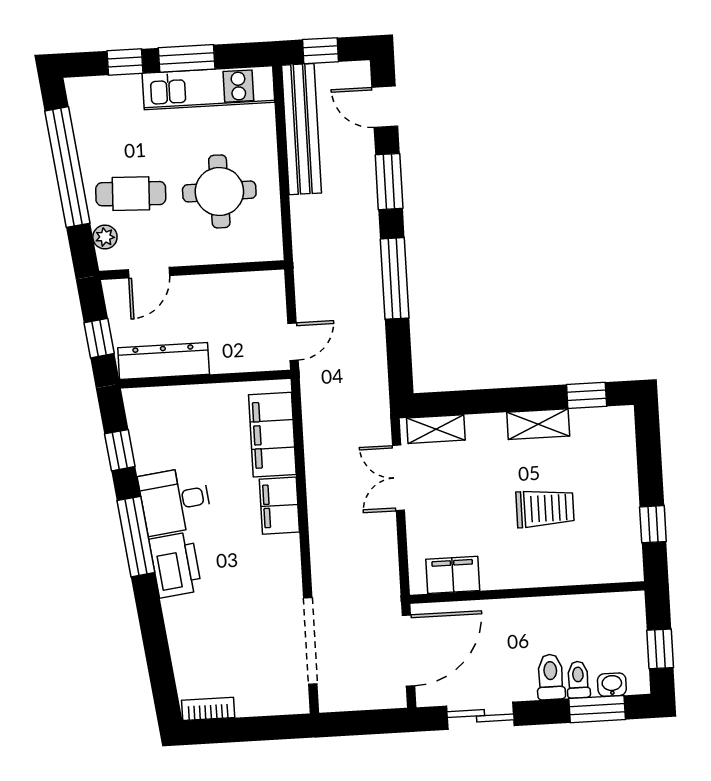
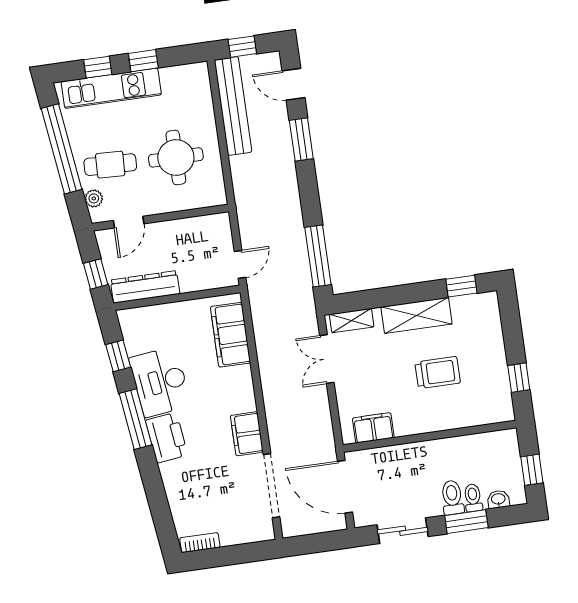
window: (187, 58) -> (143, 61), width x0.67
kitchen unit: (208, 88) -> (111, 88), moved
window: (395, 278) -> (318, 256), moved
shelving: (538, 424) -> (416, 315), width x1.50, depth x1.33
desk: (175, 501) -> (160, 382), width x1.37
filing cabinet: (279, 506) -> (247, 434), moved
door: (408, 650) -> (345, 487), swing flipped
window: (597, 709) -> (466, 522), moved

